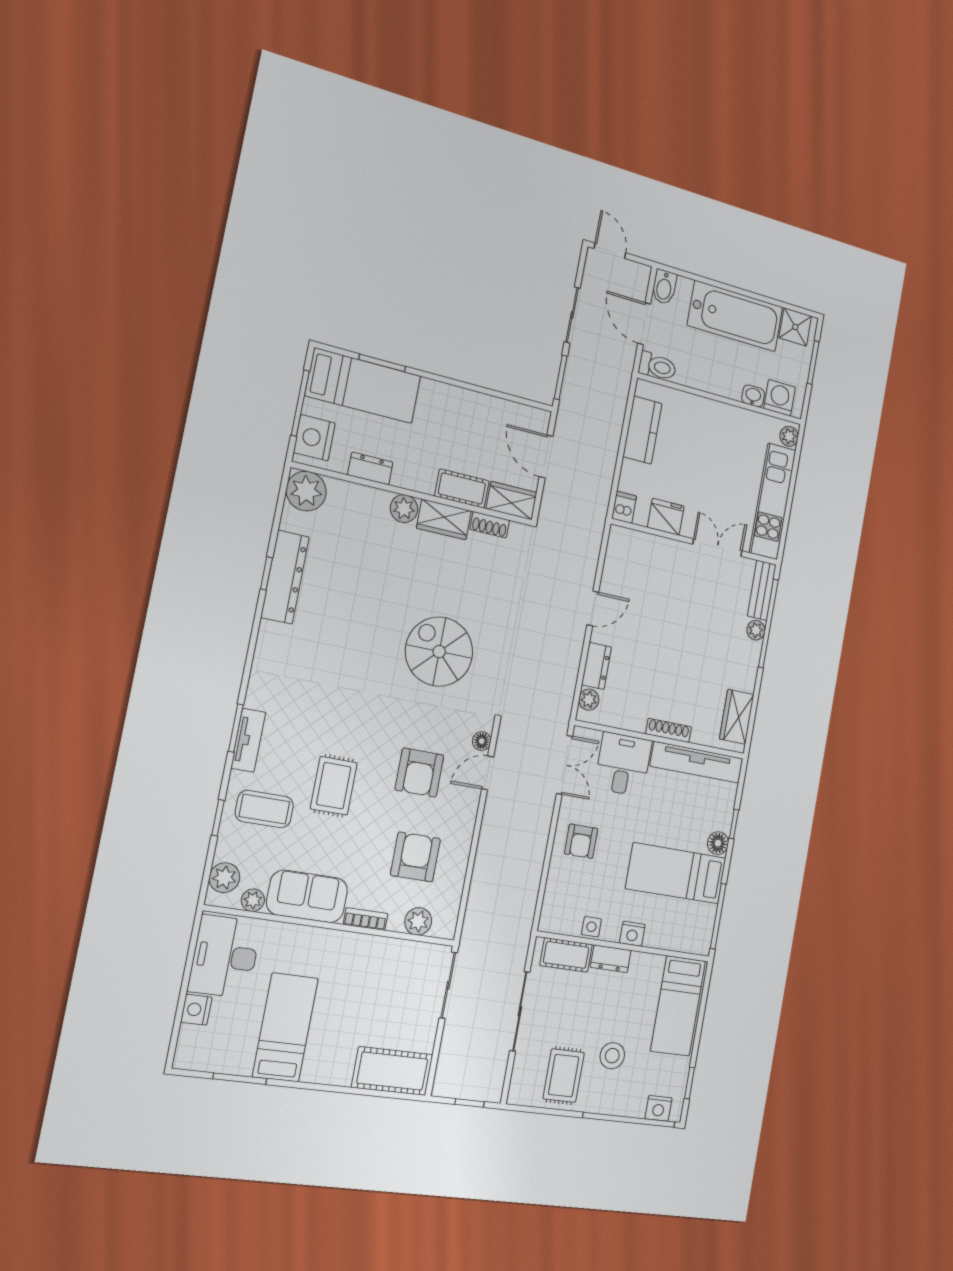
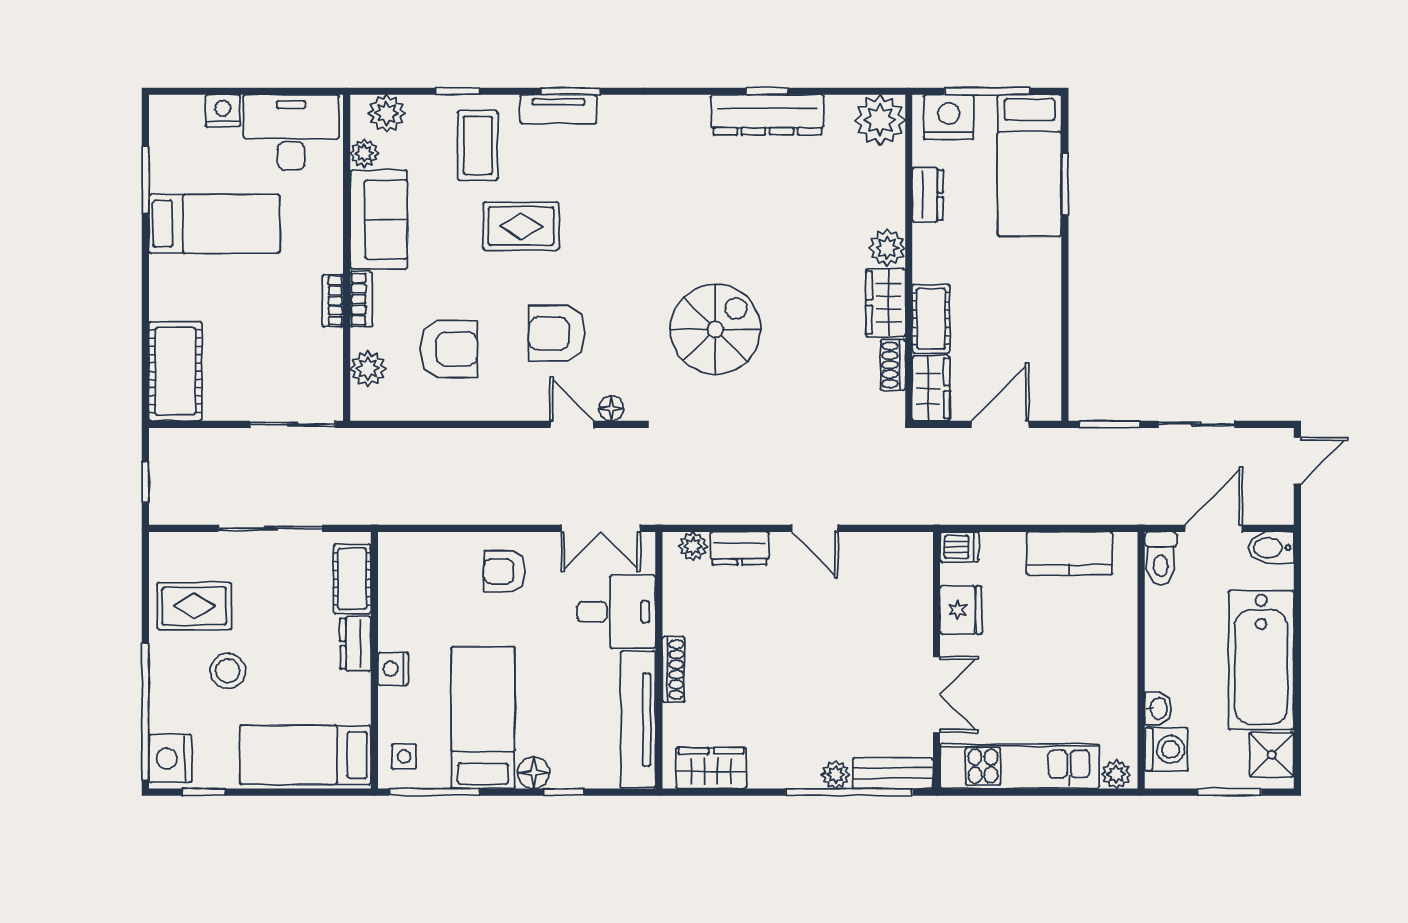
side table: (591, 927) -> (404, 756), moved
bookcase: (362, 941) -> (333, 301), added
nightstand: (658, 1108) -> (170, 758), width x1.36, depth x1.33

